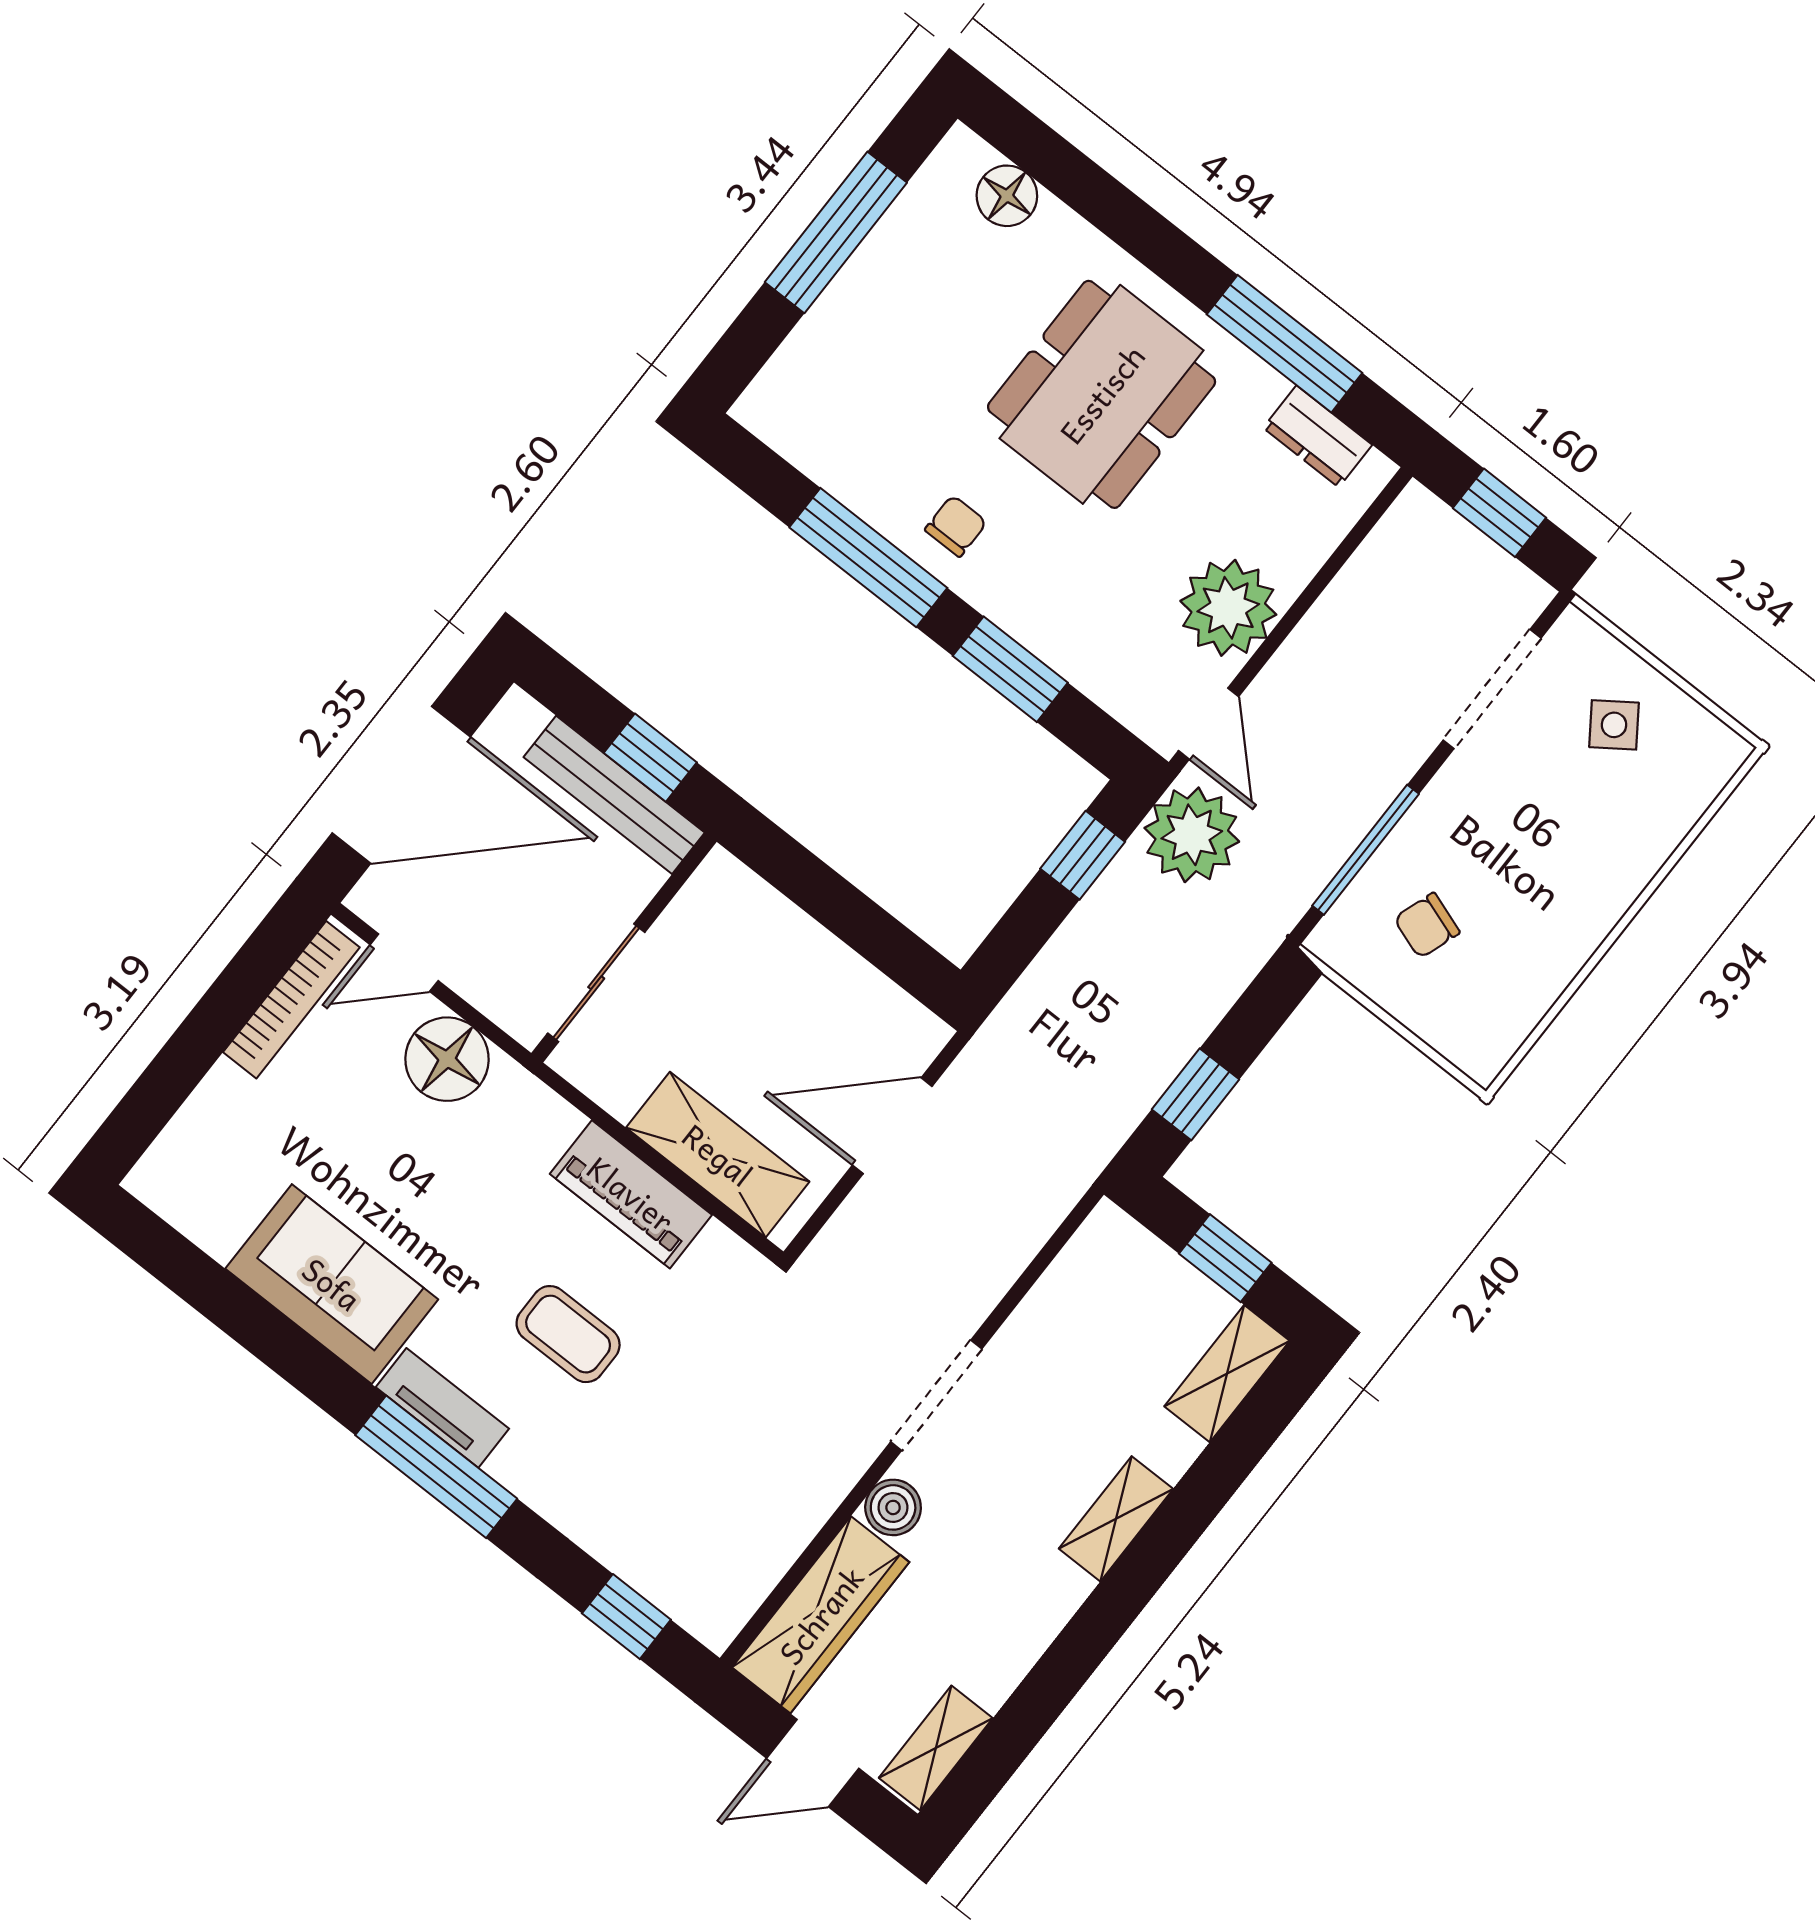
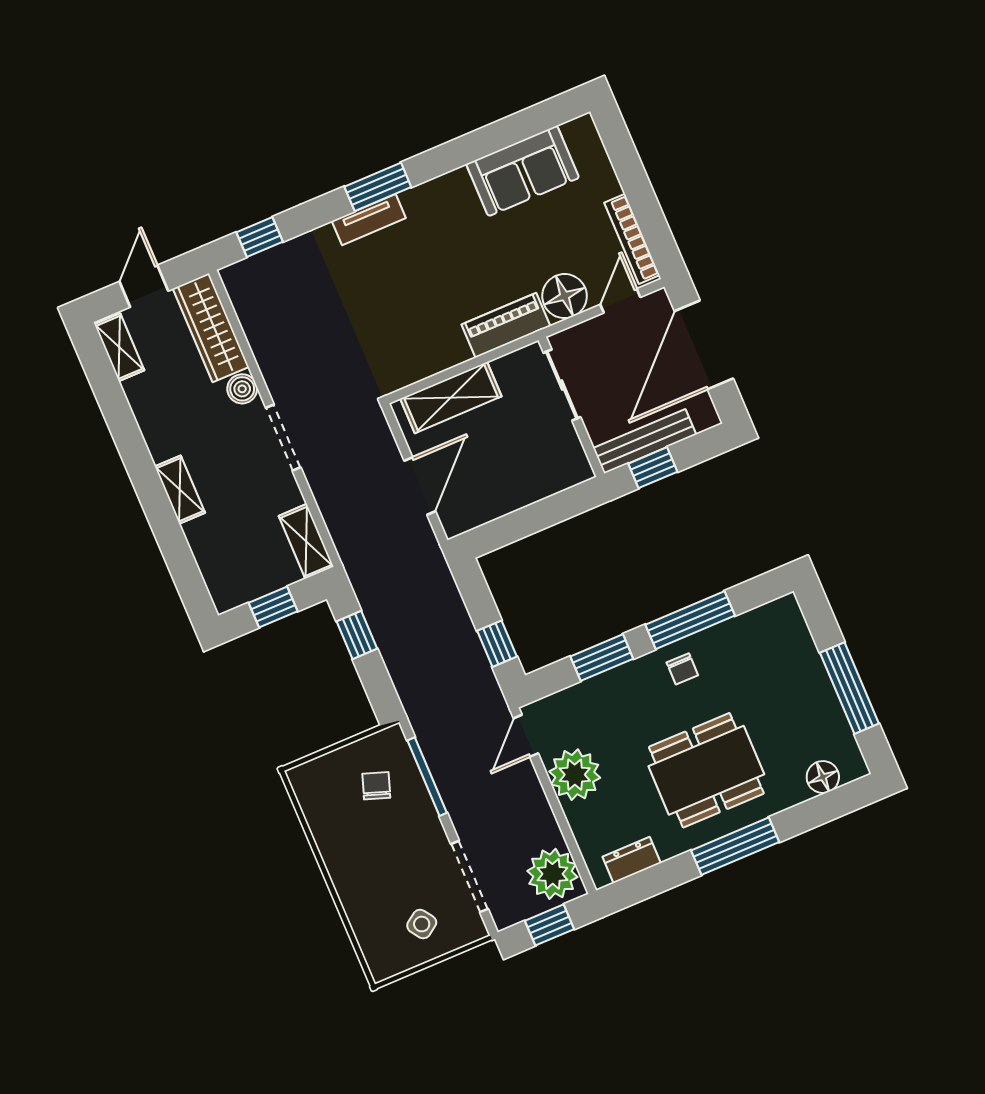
window: (1284, 344) -> (735, 846), moved
dining table: (1102, 394) -> (706, 770), turned 90
door: (1209, 724) -> (526, 736), hinge flipped
plant: (1192, 835) -> (552, 874), moved
piano: (631, 1194) -> (506, 325), moved
sofa: (332, 1284) -> (523, 171), moved
coffee table: (568, 1334) -> (406, 282), removed
shelving: (1227, 1374) -> (306, 541), moved
tv unit: (442, 1408) -> (369, 220), moved
window: (436, 1467) -> (378, 187), width x0.69

